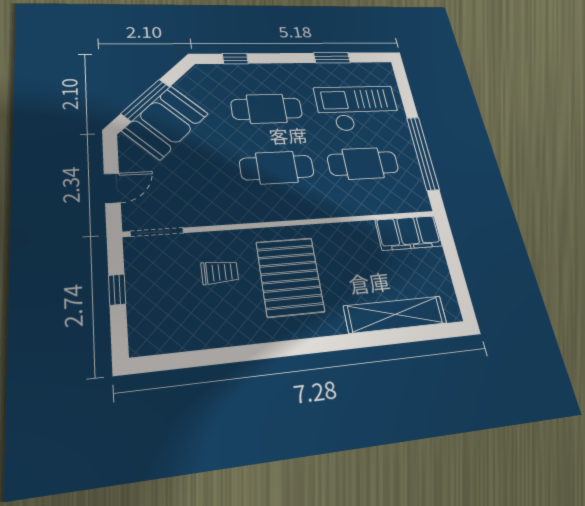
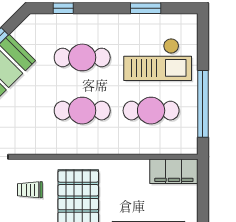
checkout: (358, 108) -> (158, 59), turned 180
trolley: (220, 272) -> (30, 190), turned 180

